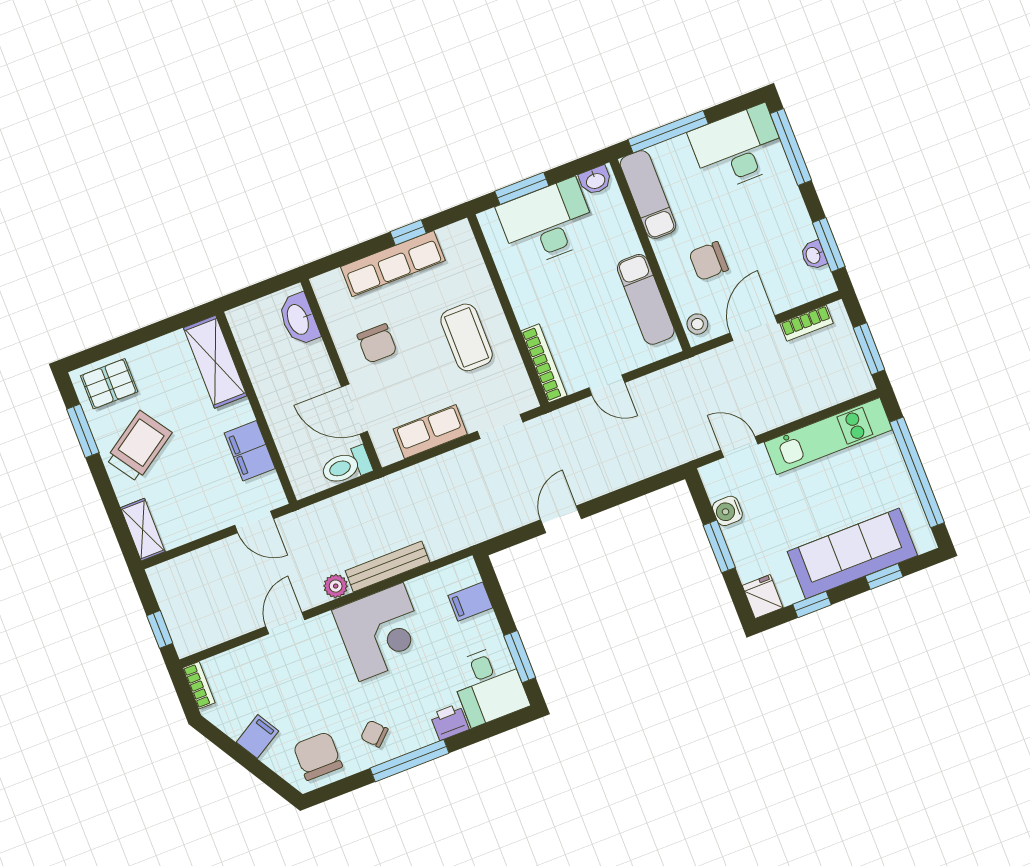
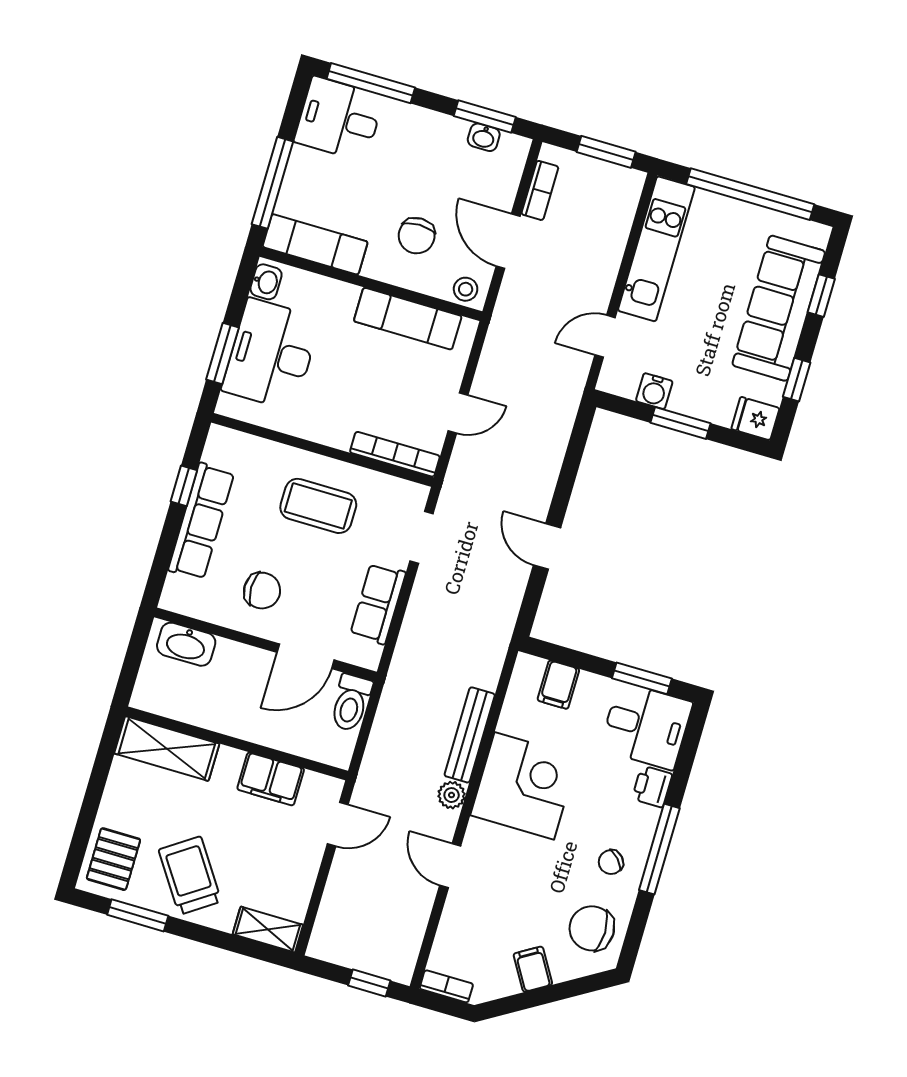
desk: (738, 148) -> (339, 119), width x0.73

